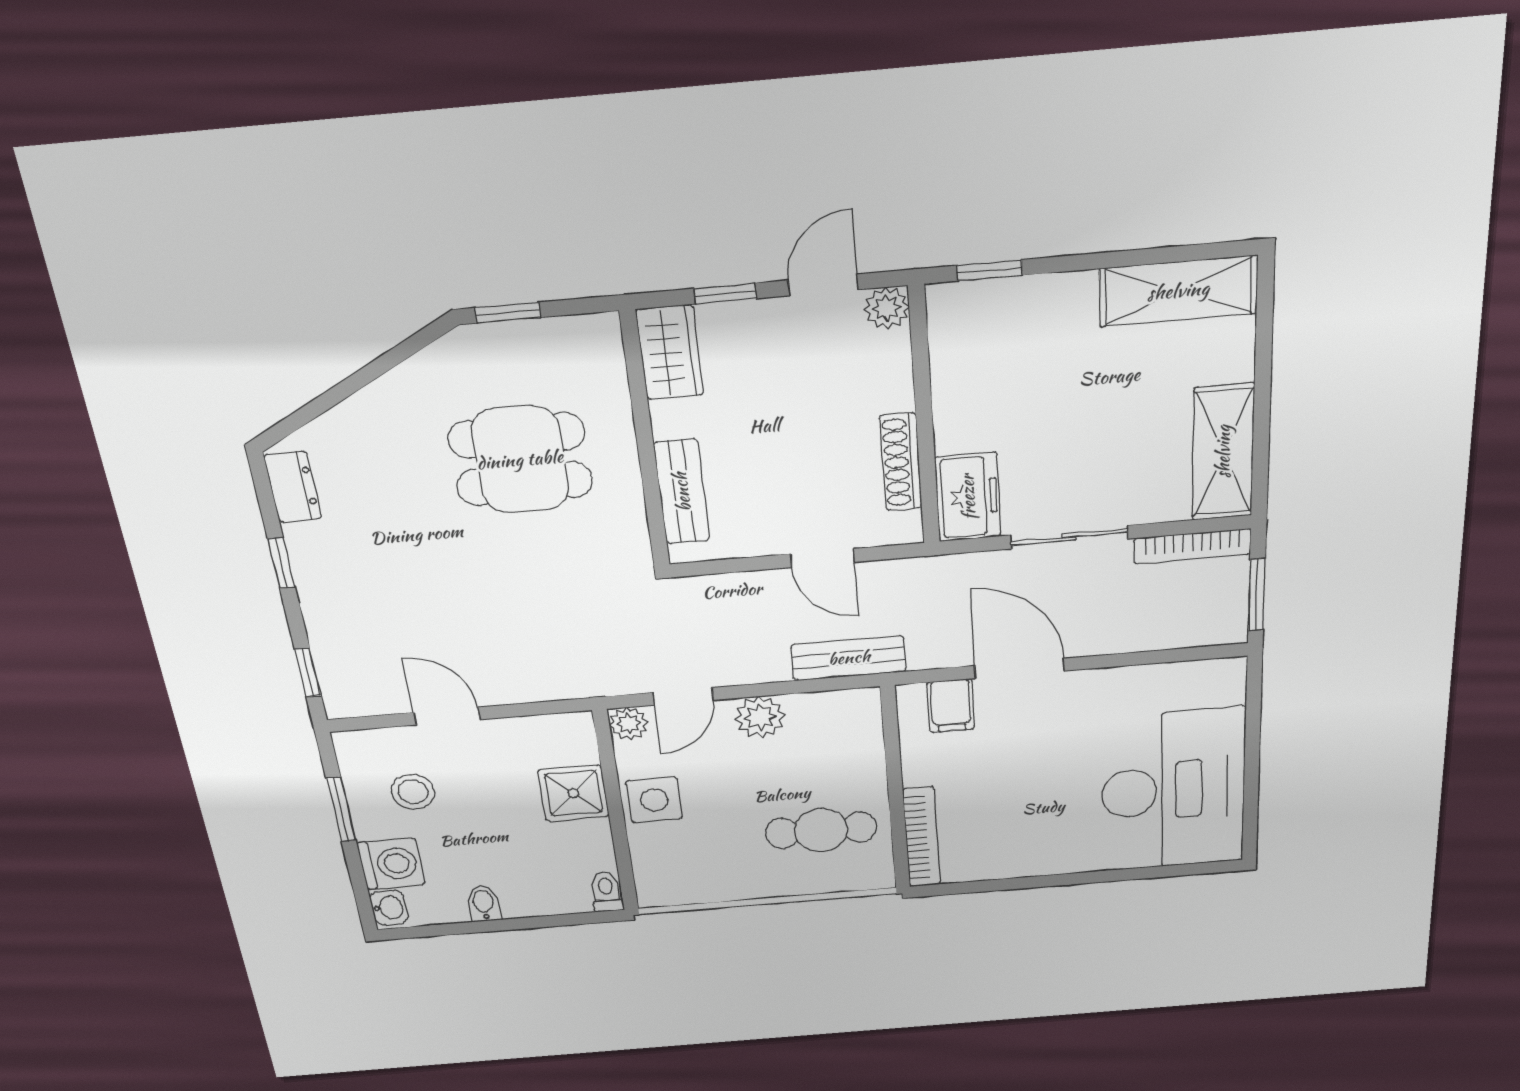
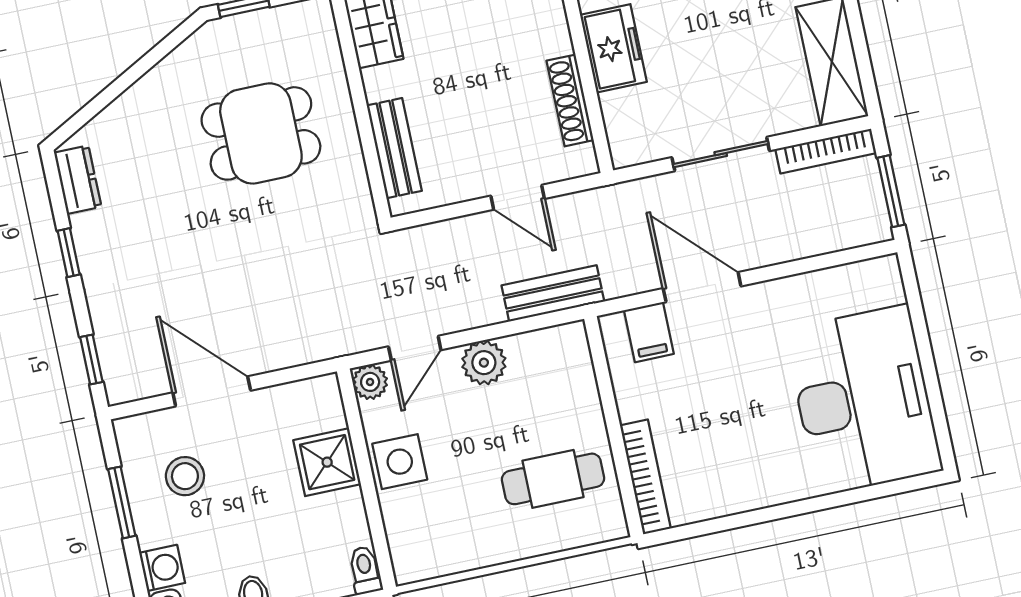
freezer: (968, 497) -> (613, 48), moved
door: (447, 716) -> (212, 391), width x1.38
washing machine: (391, 864) -> (162, 568), width x0.73, depth x0.73

